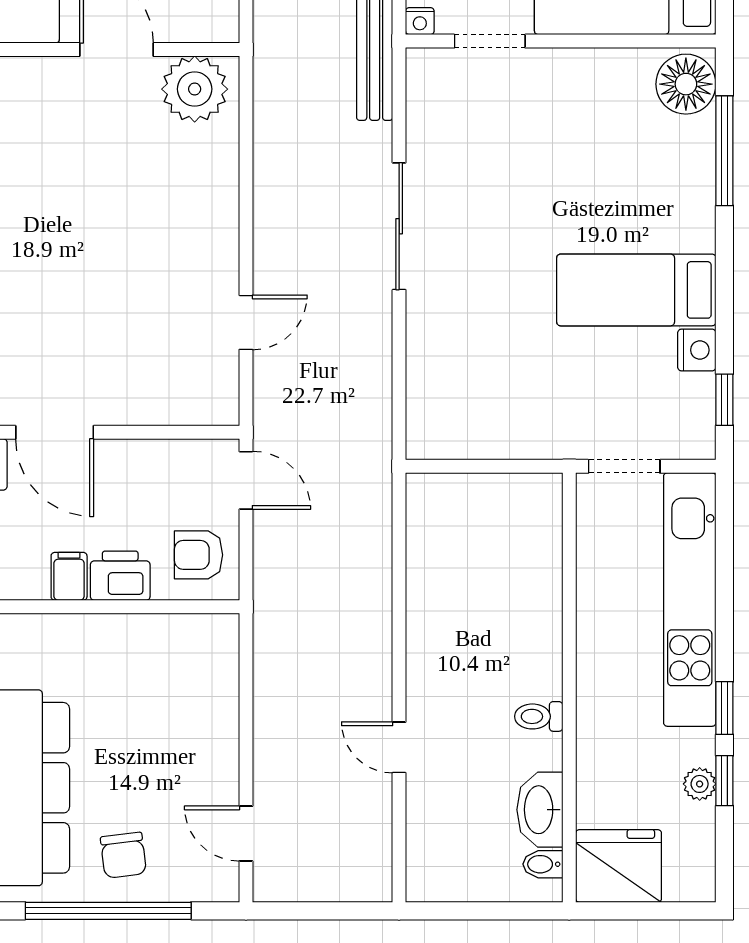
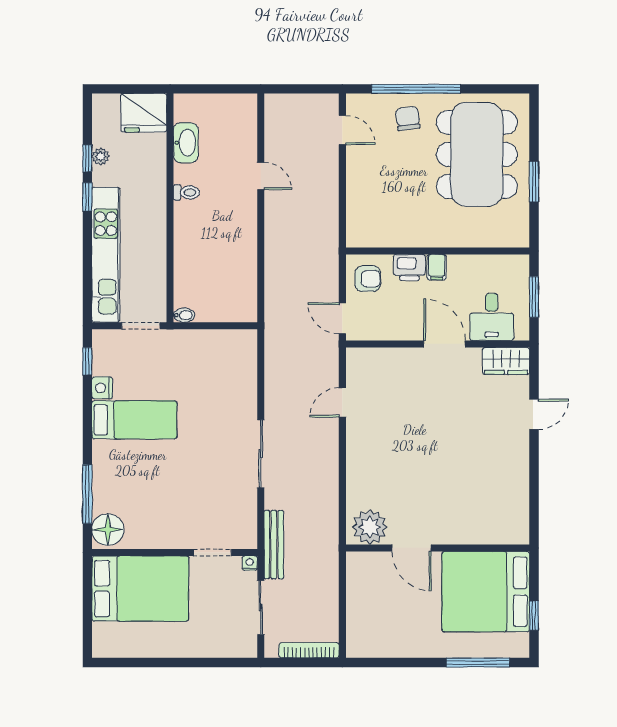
bidet: (543, 864) -> (184, 315), moved

